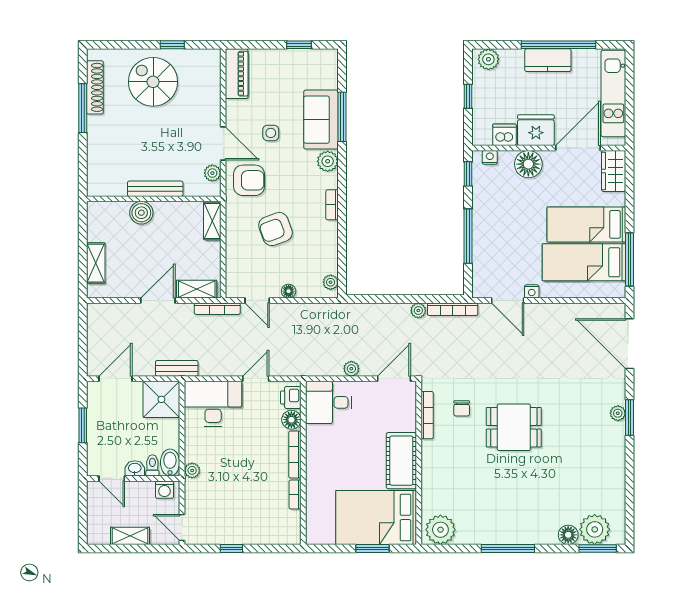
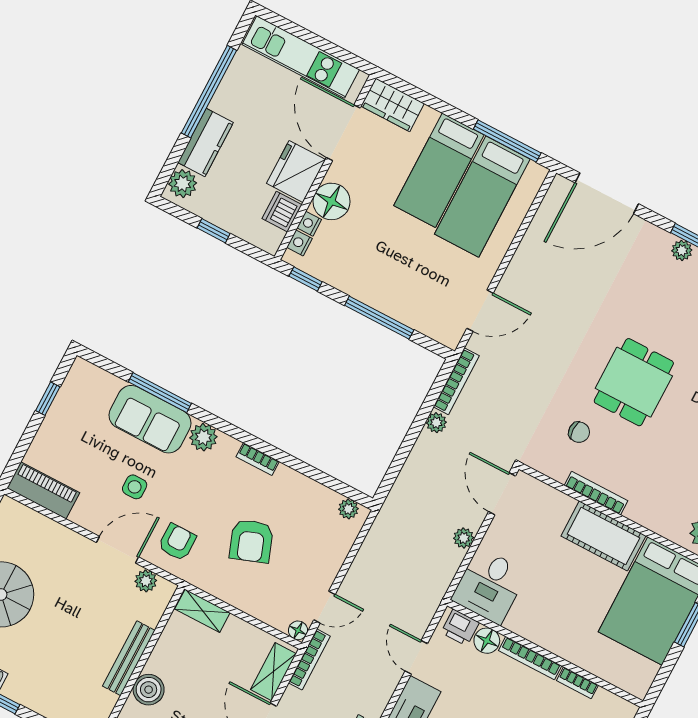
kitchen counter: (548, 60) -> (206, 142), moved
armchair: (249, 180) -> (177, 542), width x0.72, depth x0.72
floor lamp: (289, 291) -> (298, 630), moved
nightstand: (532, 291) -> (309, 224), moved, turned 180
bookcase: (427, 415) -> (596, 493), moved

